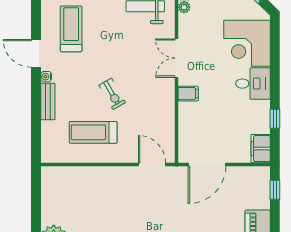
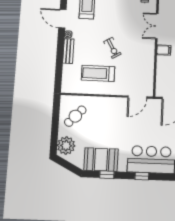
door: (152, 164) -> (137, 97), swing flipped
cafe table: (64, 196) -> (75, 116), added

